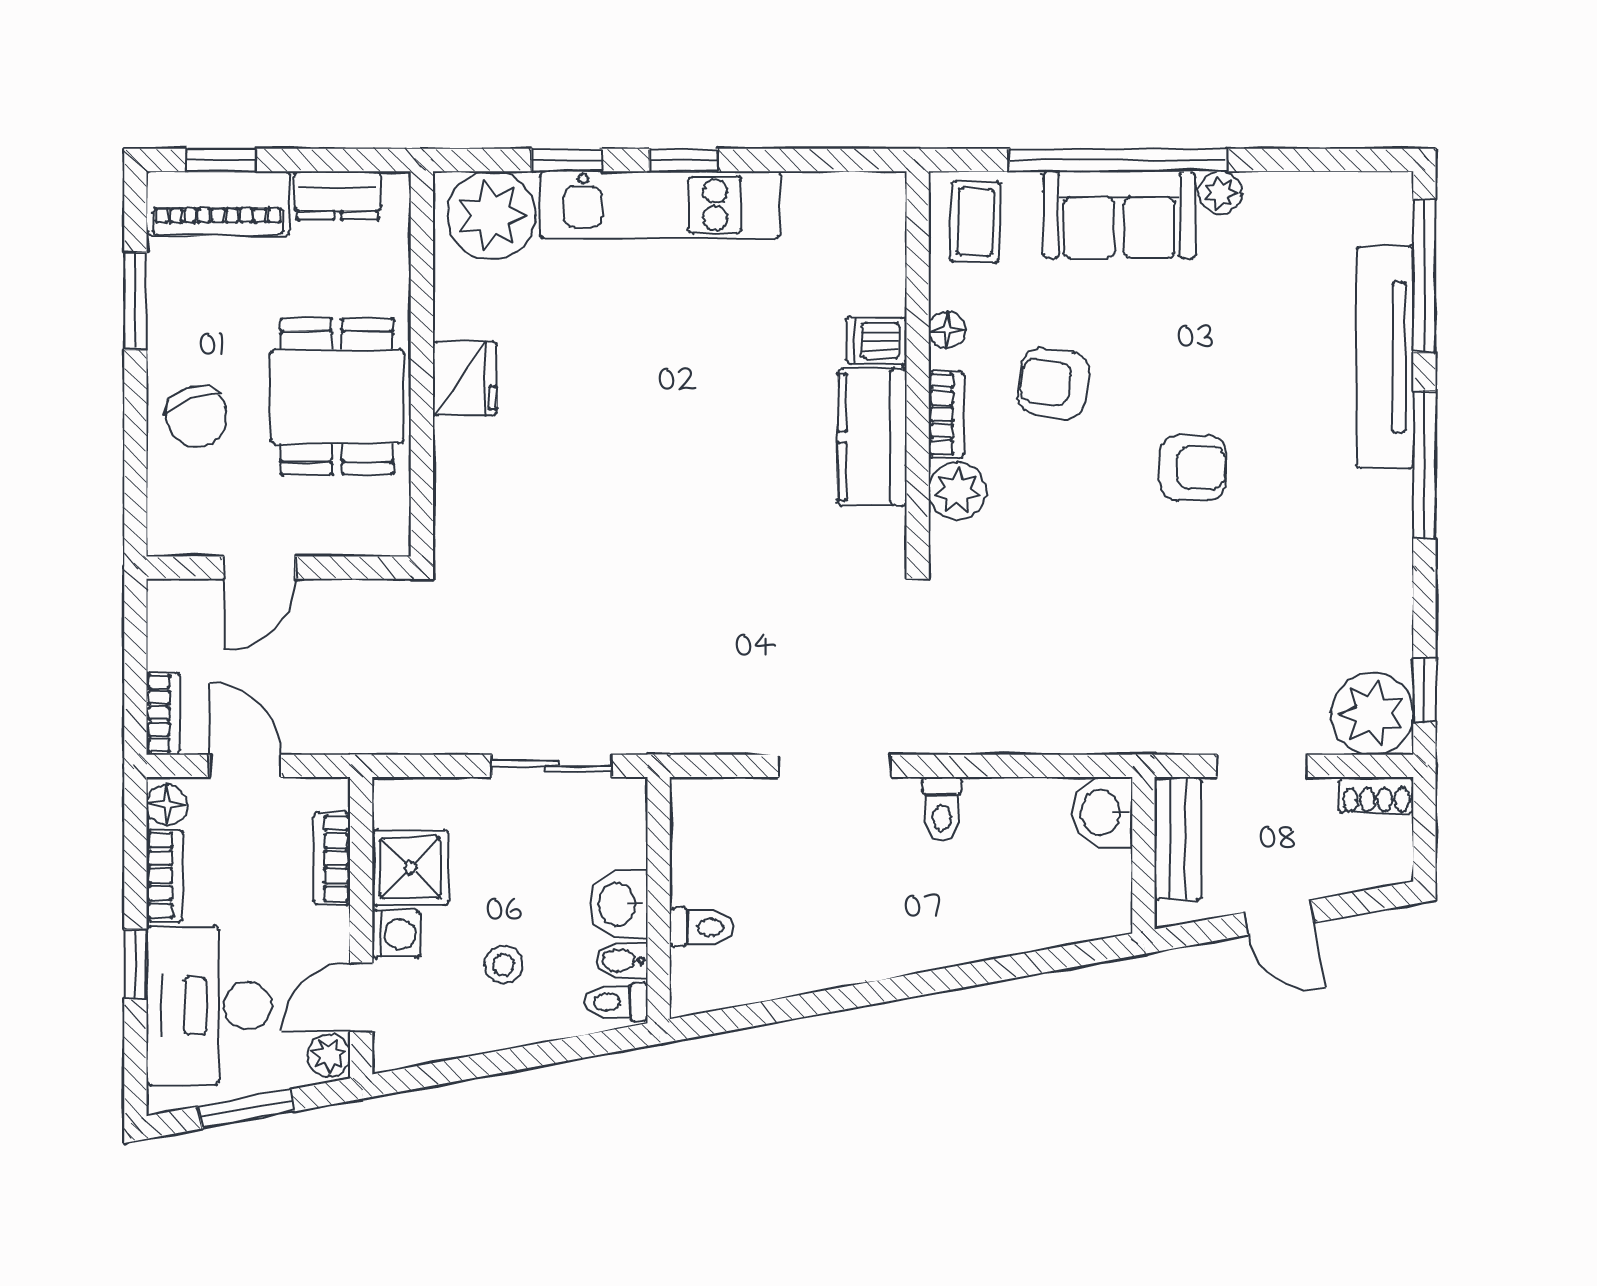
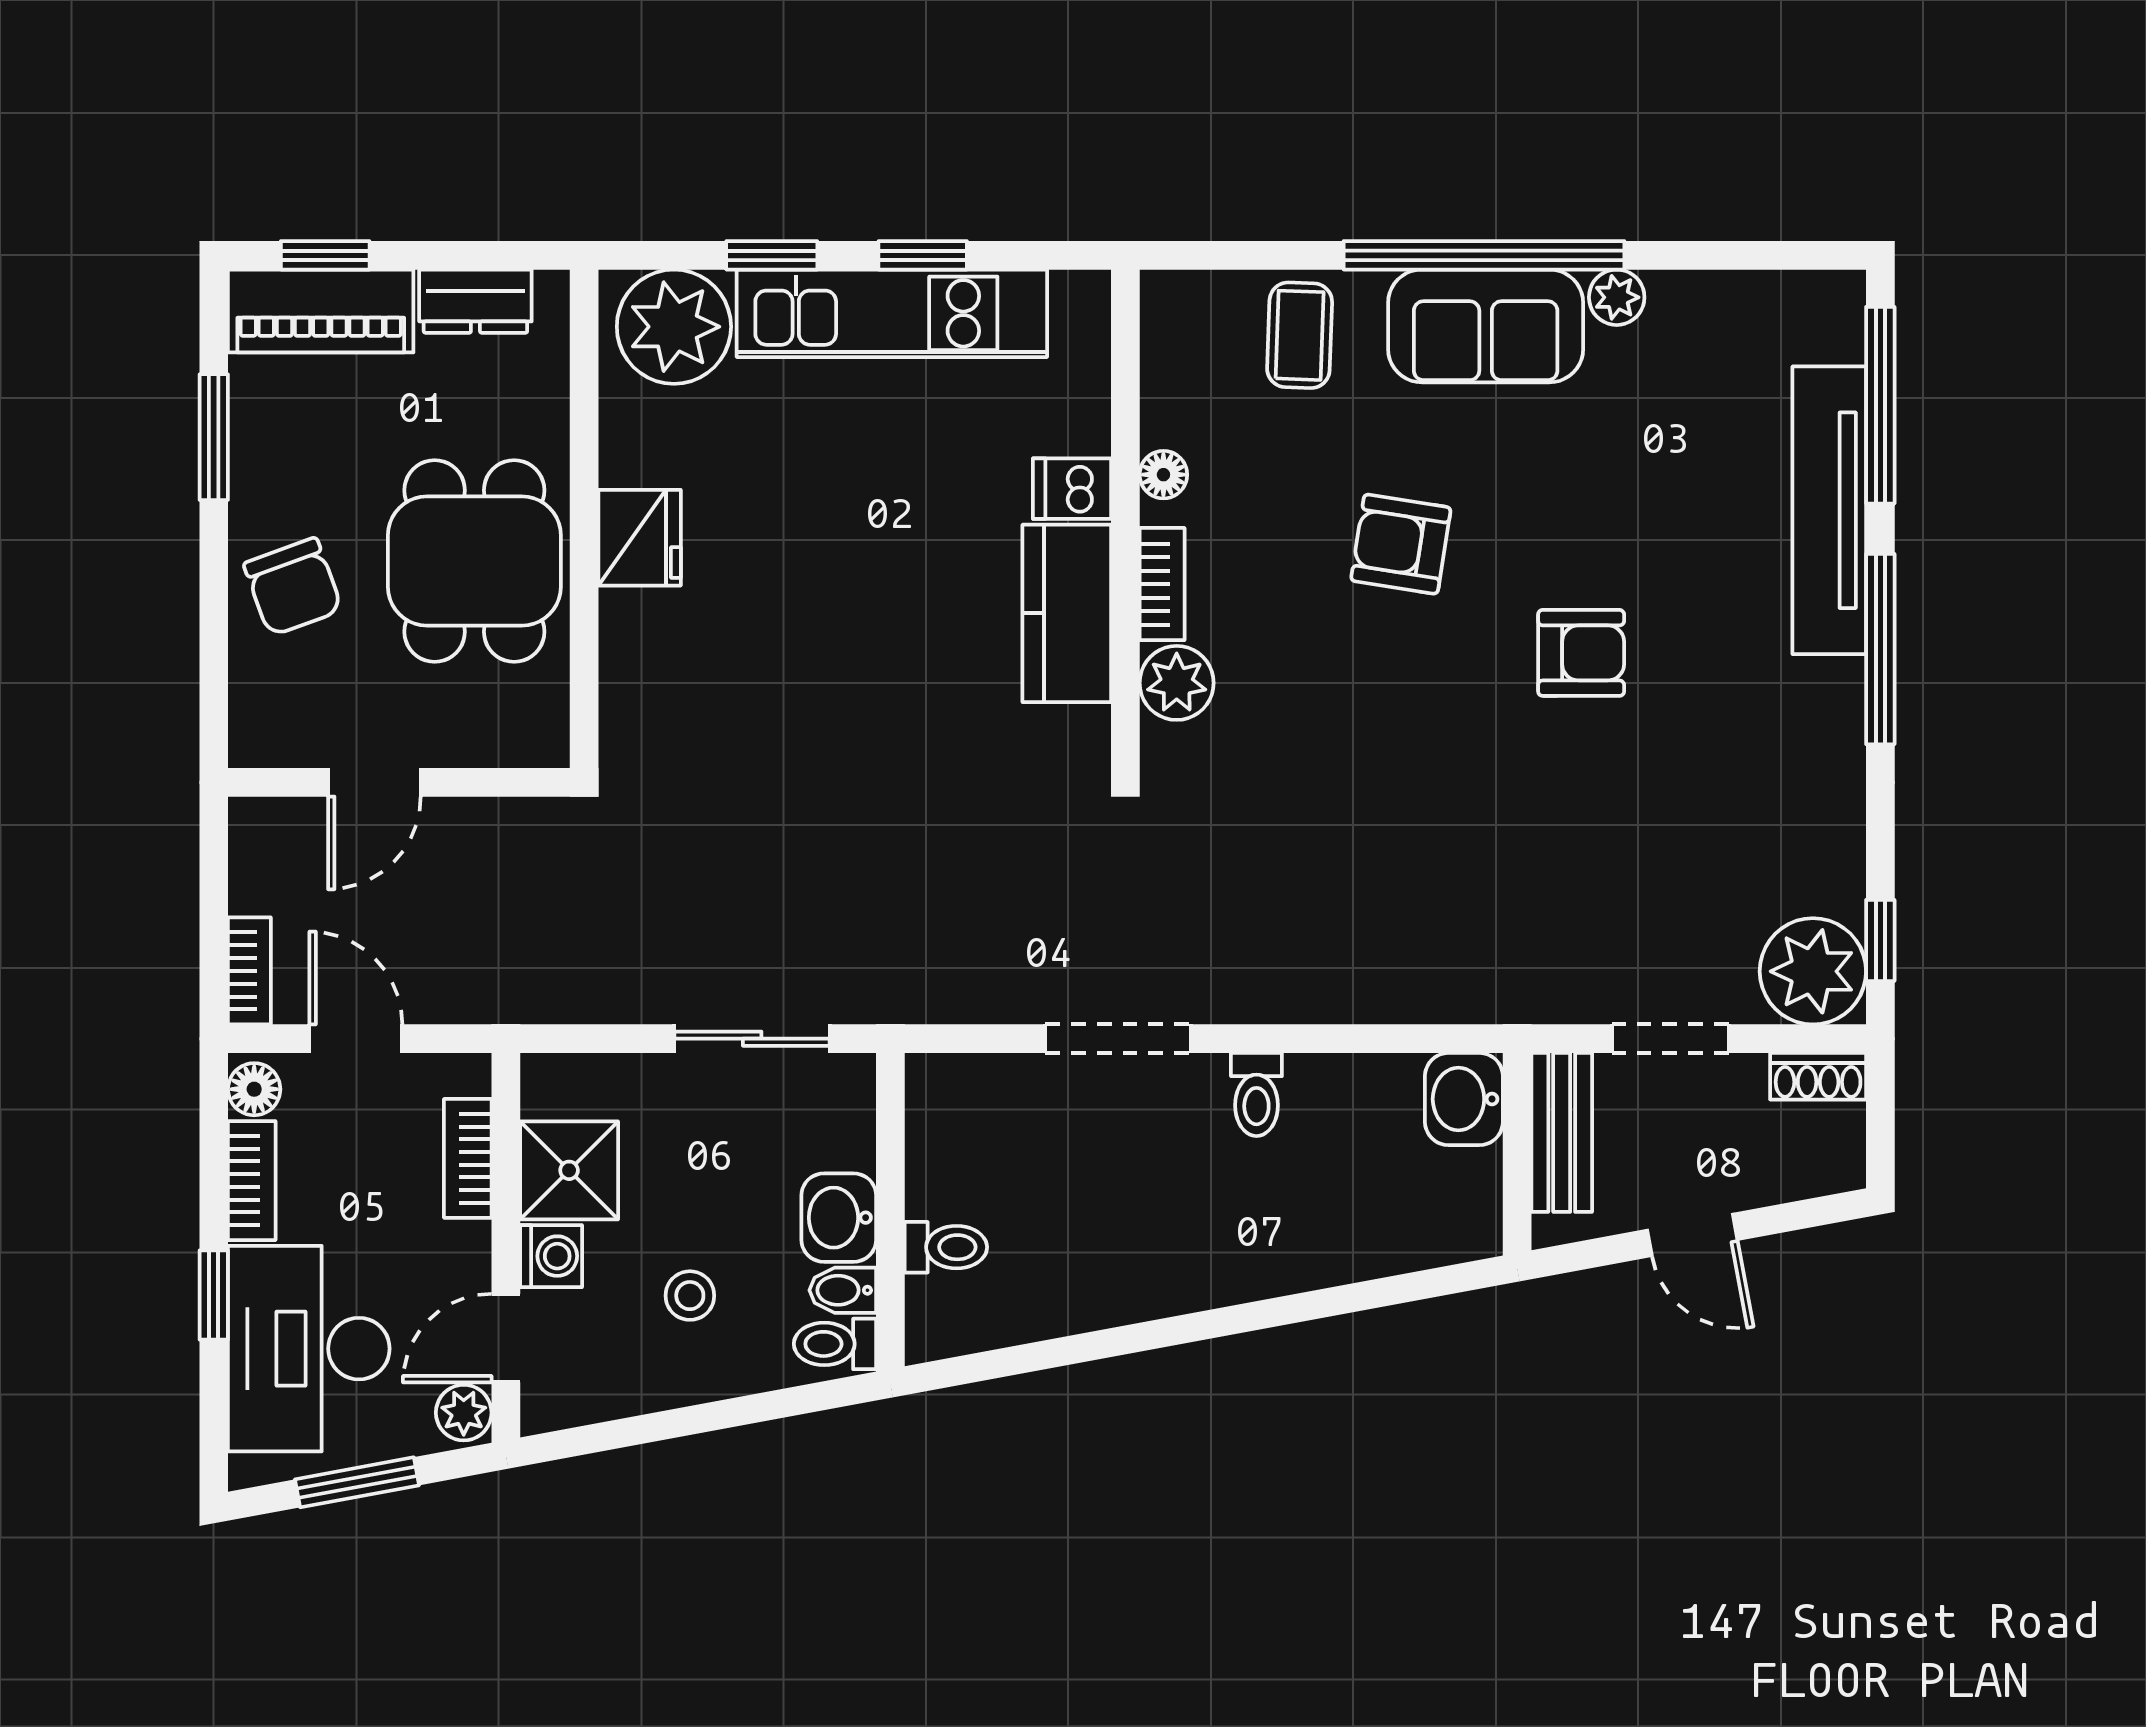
floor lamp: (947, 330) -> (1163, 475), moved
dishwasher: (876, 340) -> (1072, 489), moved
wall: (918, 364) -> (1125, 519), moved
bookcase: (946, 414) -> (1162, 584), moved
kitchen counter: (872, 437) -> (1067, 613), moved
plant: (957, 491) -> (1177, 683), moved

